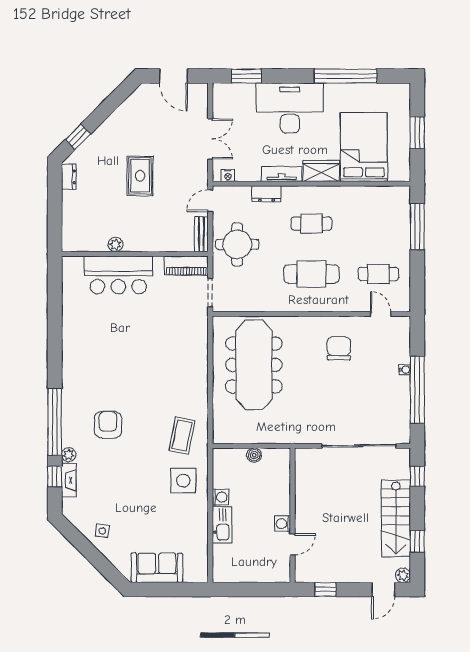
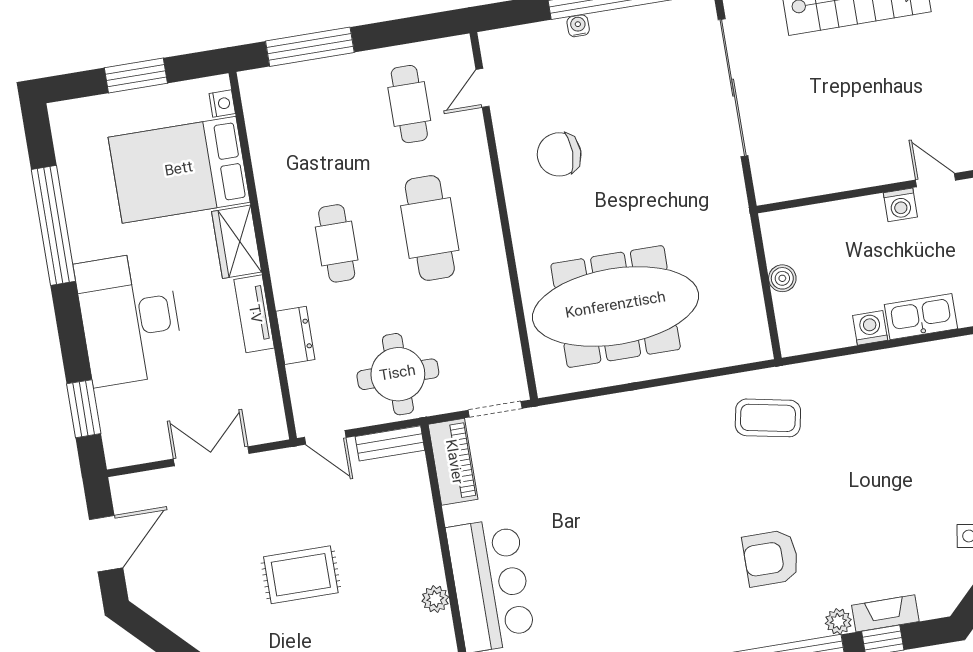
nightstand: (228, 176) -> (222, 104), moved
side table: (183, 481) -> (851, 402), removed

